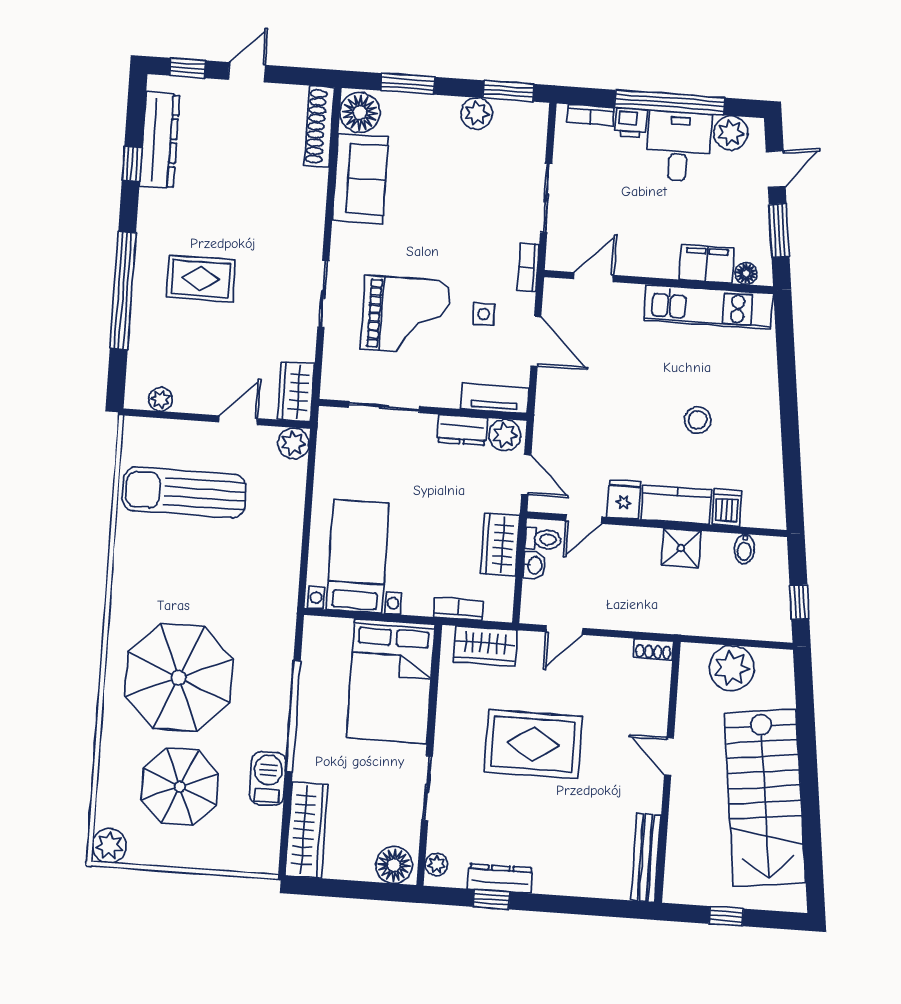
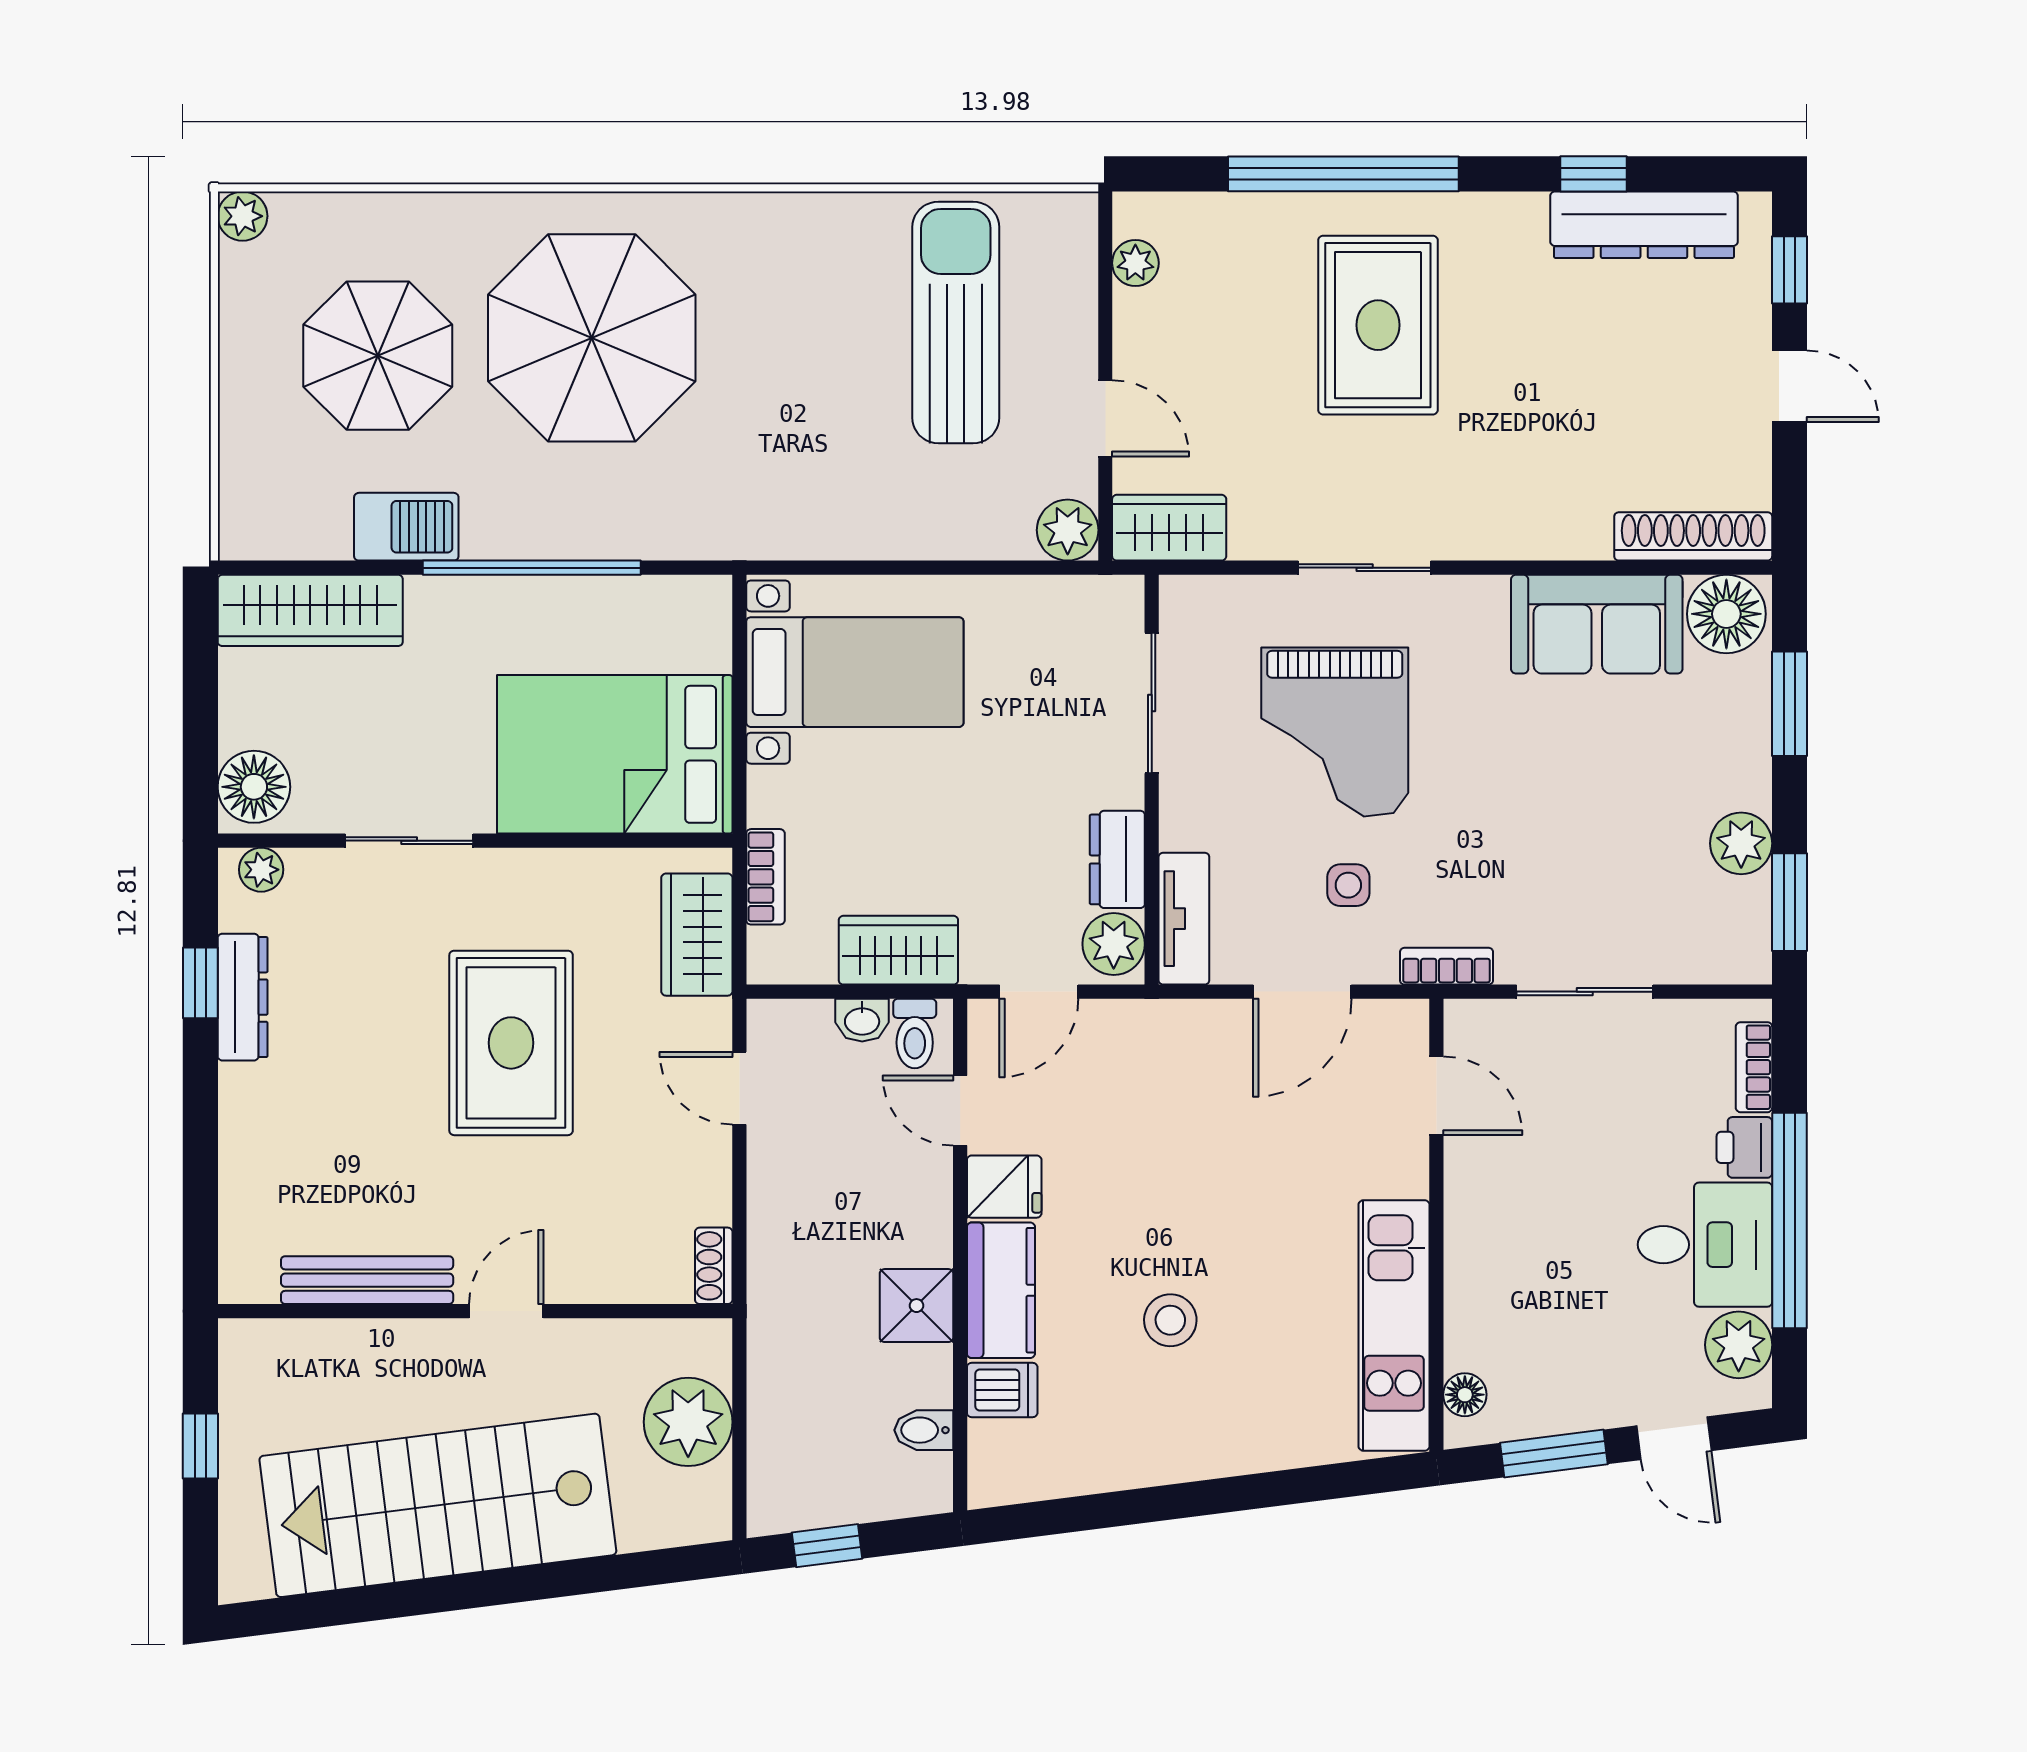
filing cabinet: (707, 264) -> (1478, 1316), removed
rug: (201, 279) -> (1378, 325), width x1.36, depth x1.43
plant: (109, 846) -> (243, 216), width x0.73, depth x0.73
bench: (646, 858) -> (367, 1280), moved

